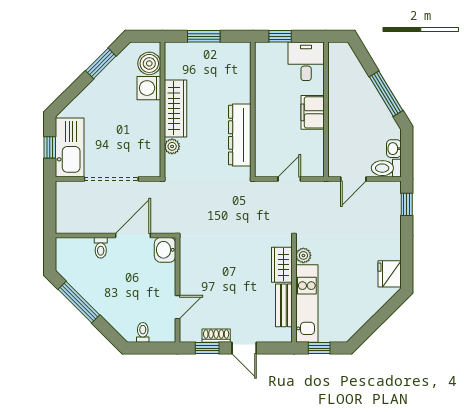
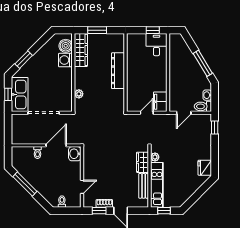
window: (280, 36) -> (153, 30), moved
window: (101, 63) -> (24, 60), moved
wardrobe: (176, 108) -> (81, 50), moved
filing cabinet: (313, 112) -> (160, 102), moved
dresser: (240, 135) -> (118, 71), moved

